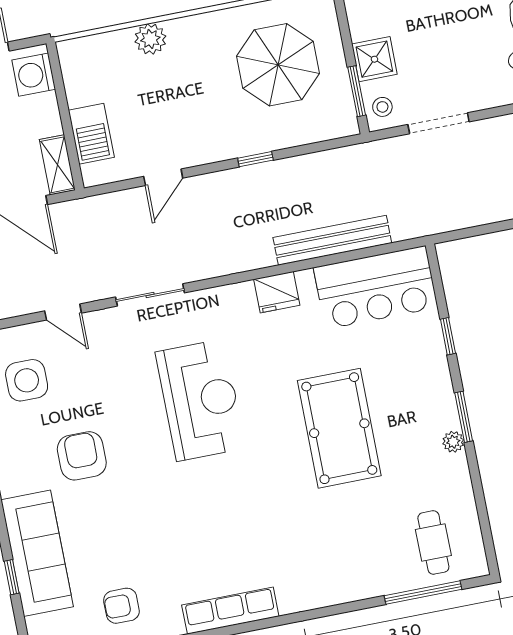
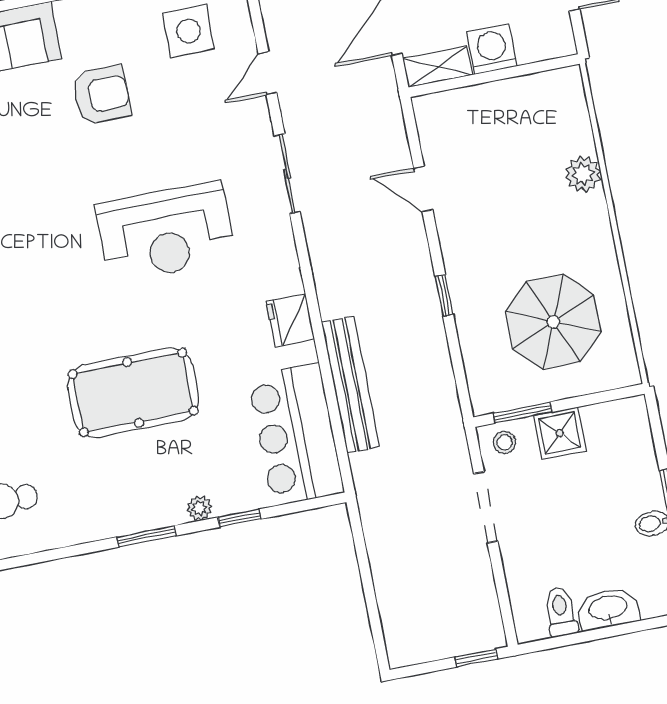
washing machine: (34, 75) -> (492, 49), moved
barbecue: (91, 134) -> (474, 106), removed
plant: (453, 442) -> (199, 508), moved

